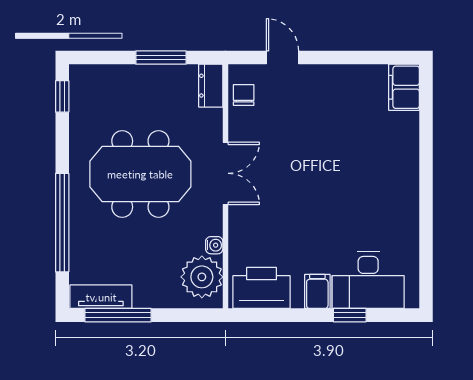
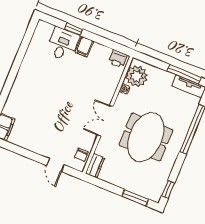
window: (161, 58) -> (135, 198), moved
meeting table: (140, 174) -> (146, 137), turned 90
desk: (368, 280) -> (63, 44), width x0.73
printer: (262, 288) -> (118, 59), width x0.53, depth x0.68

